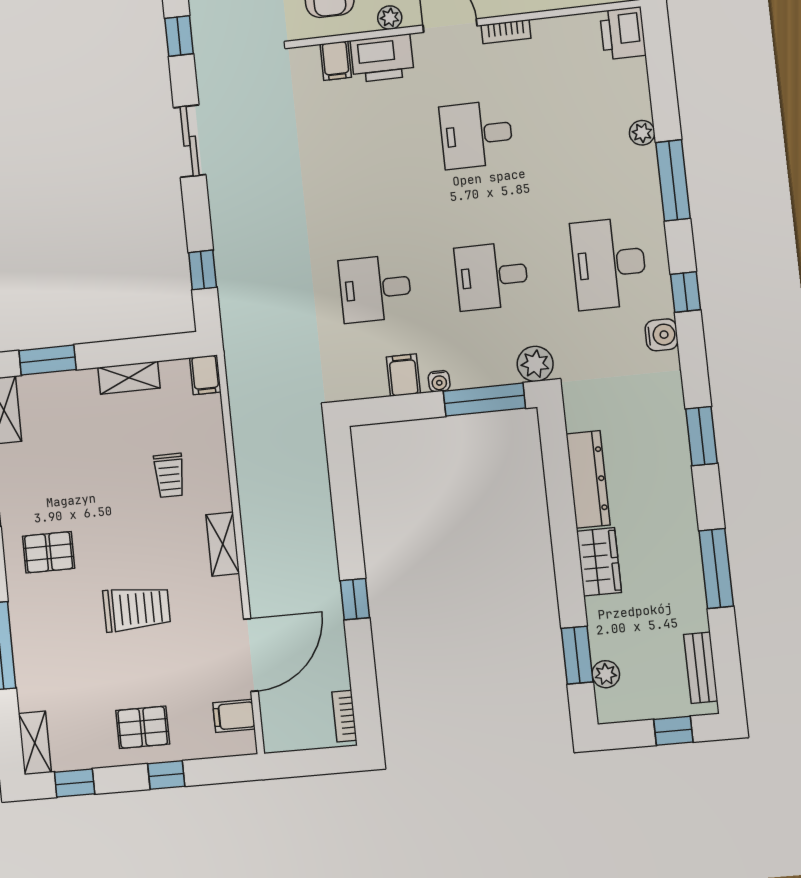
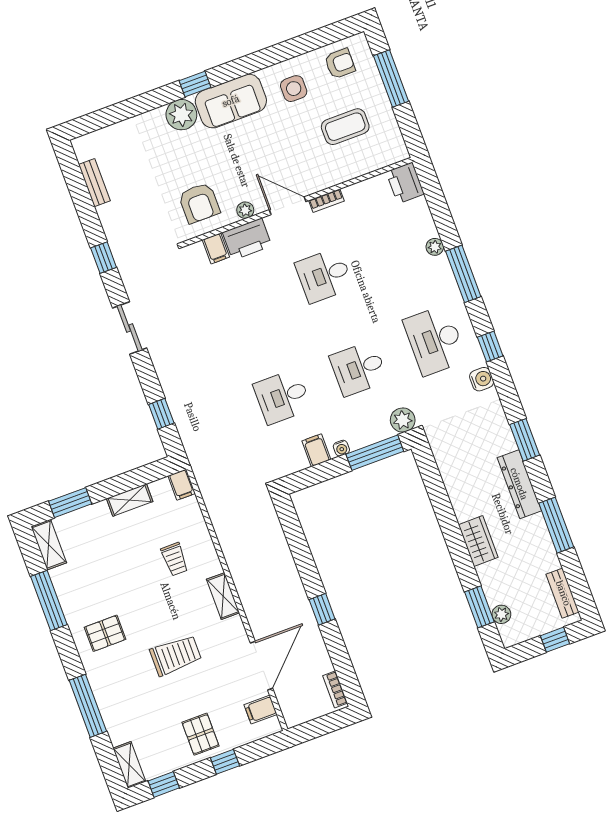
dresser: (588, 479) -> (519, 484), moved, turned 180
pallet: (143, 727) -> (200, 734), turned 90

